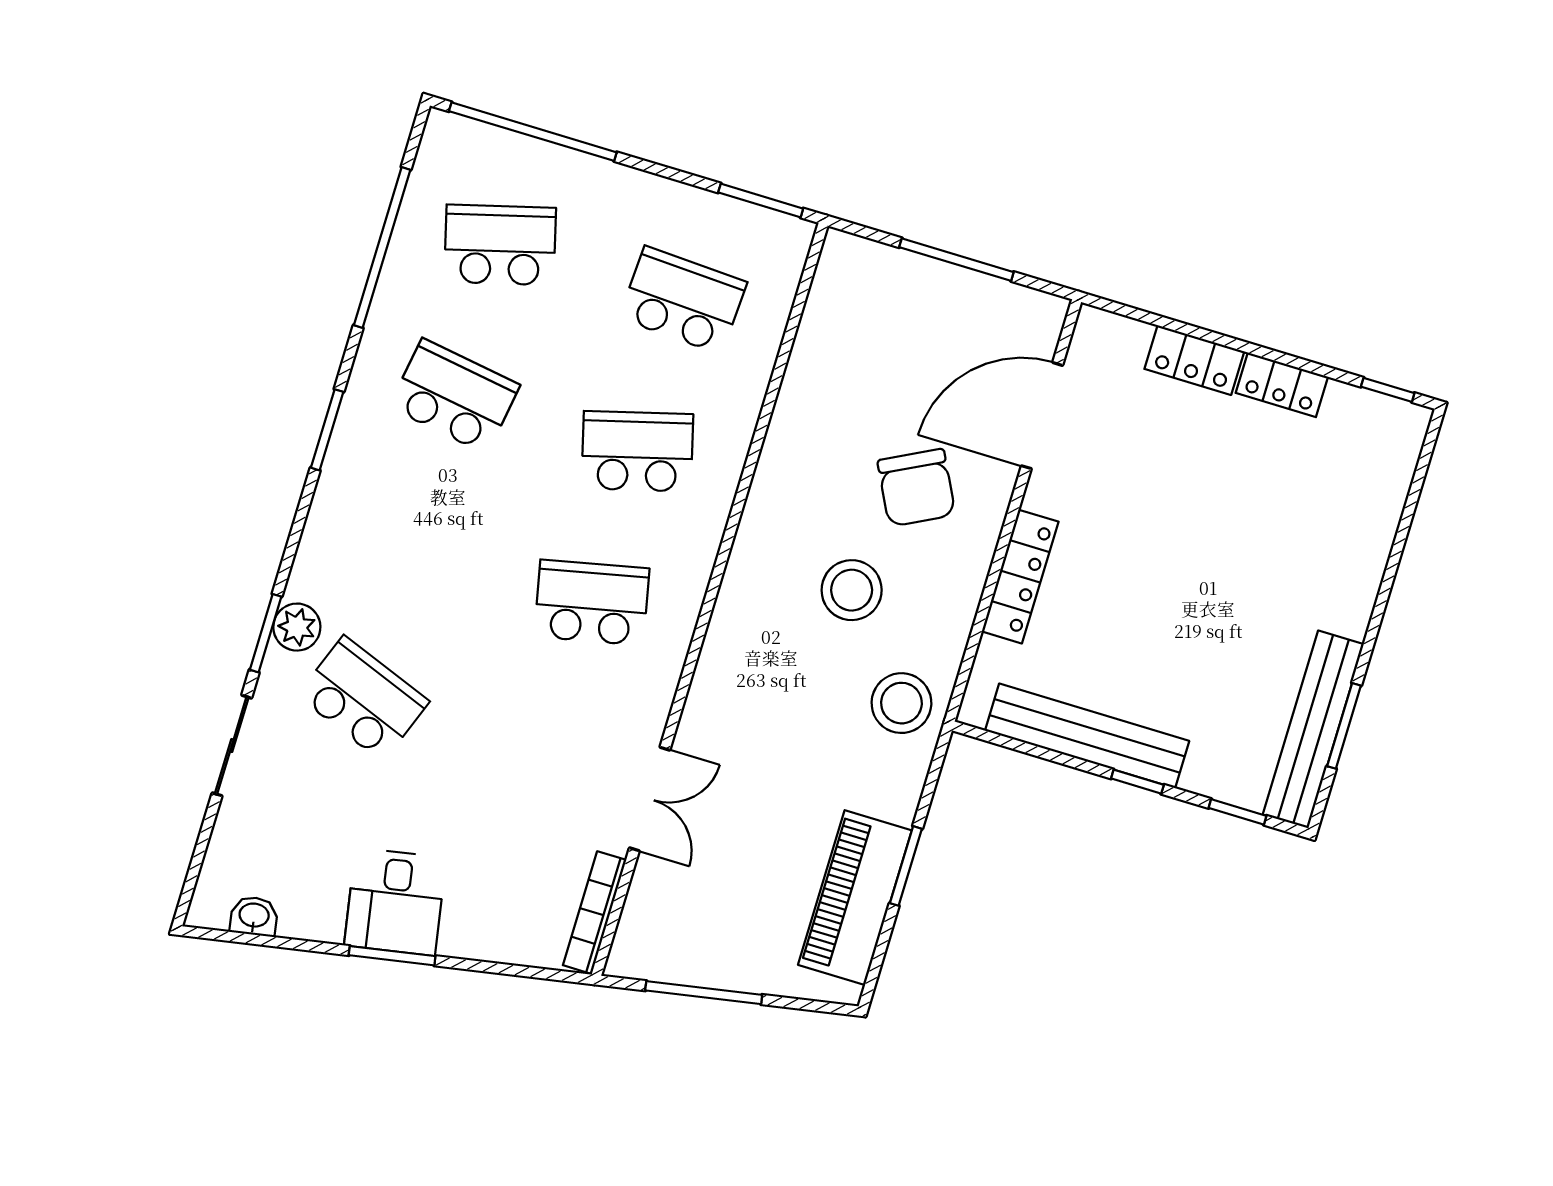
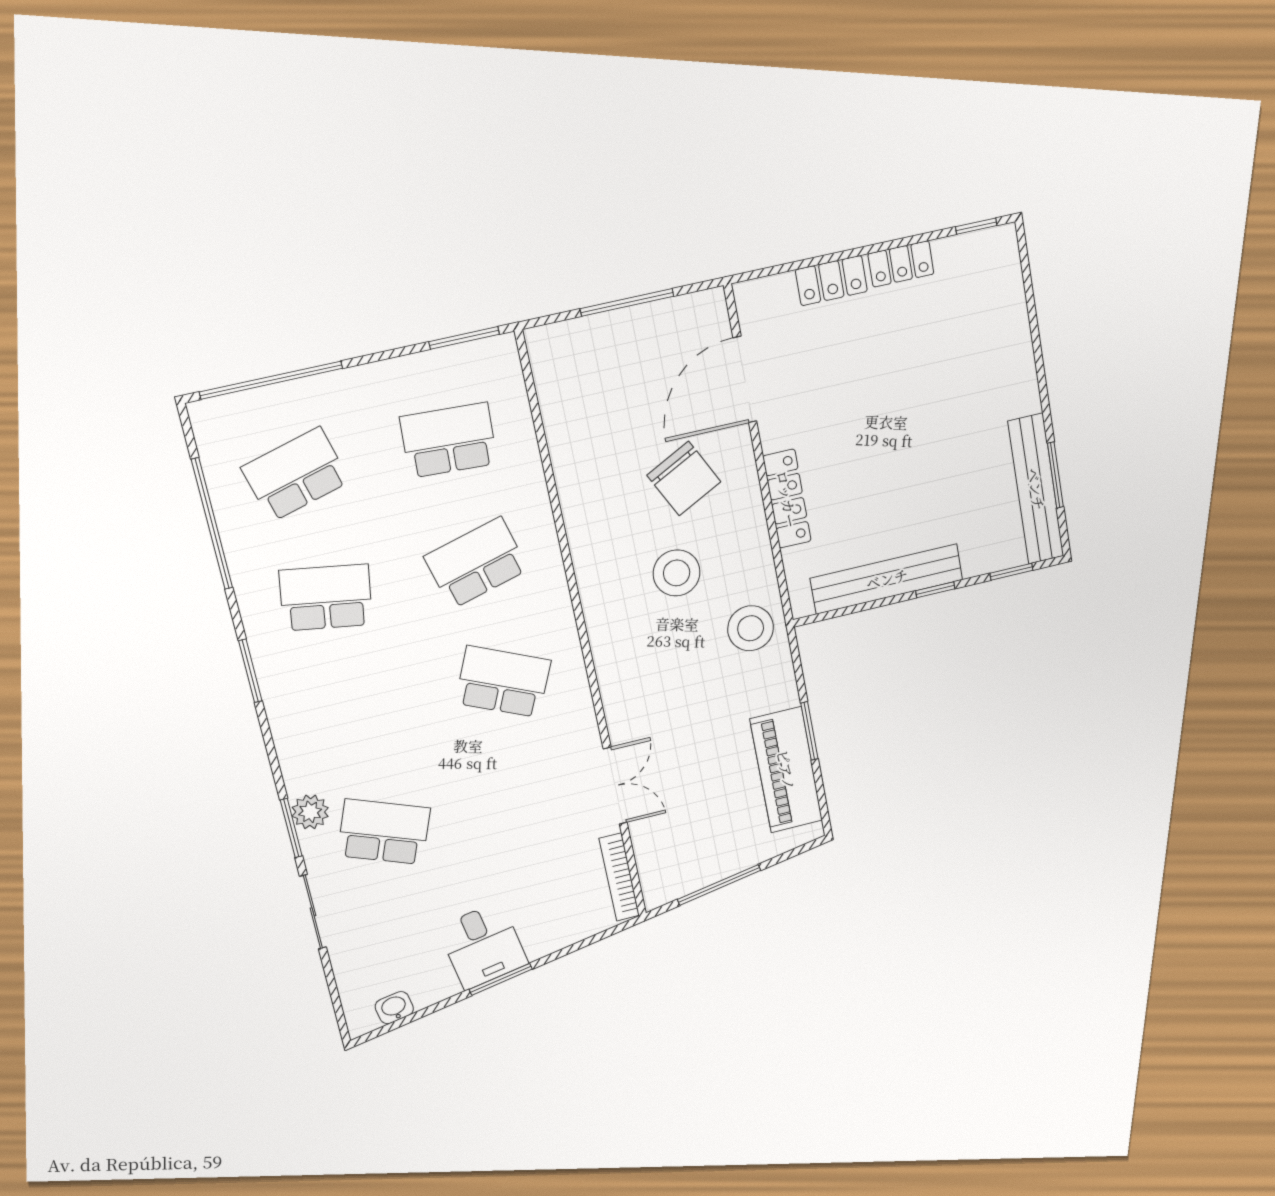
school desk: (592, 603) -> (503, 682), turned 36

